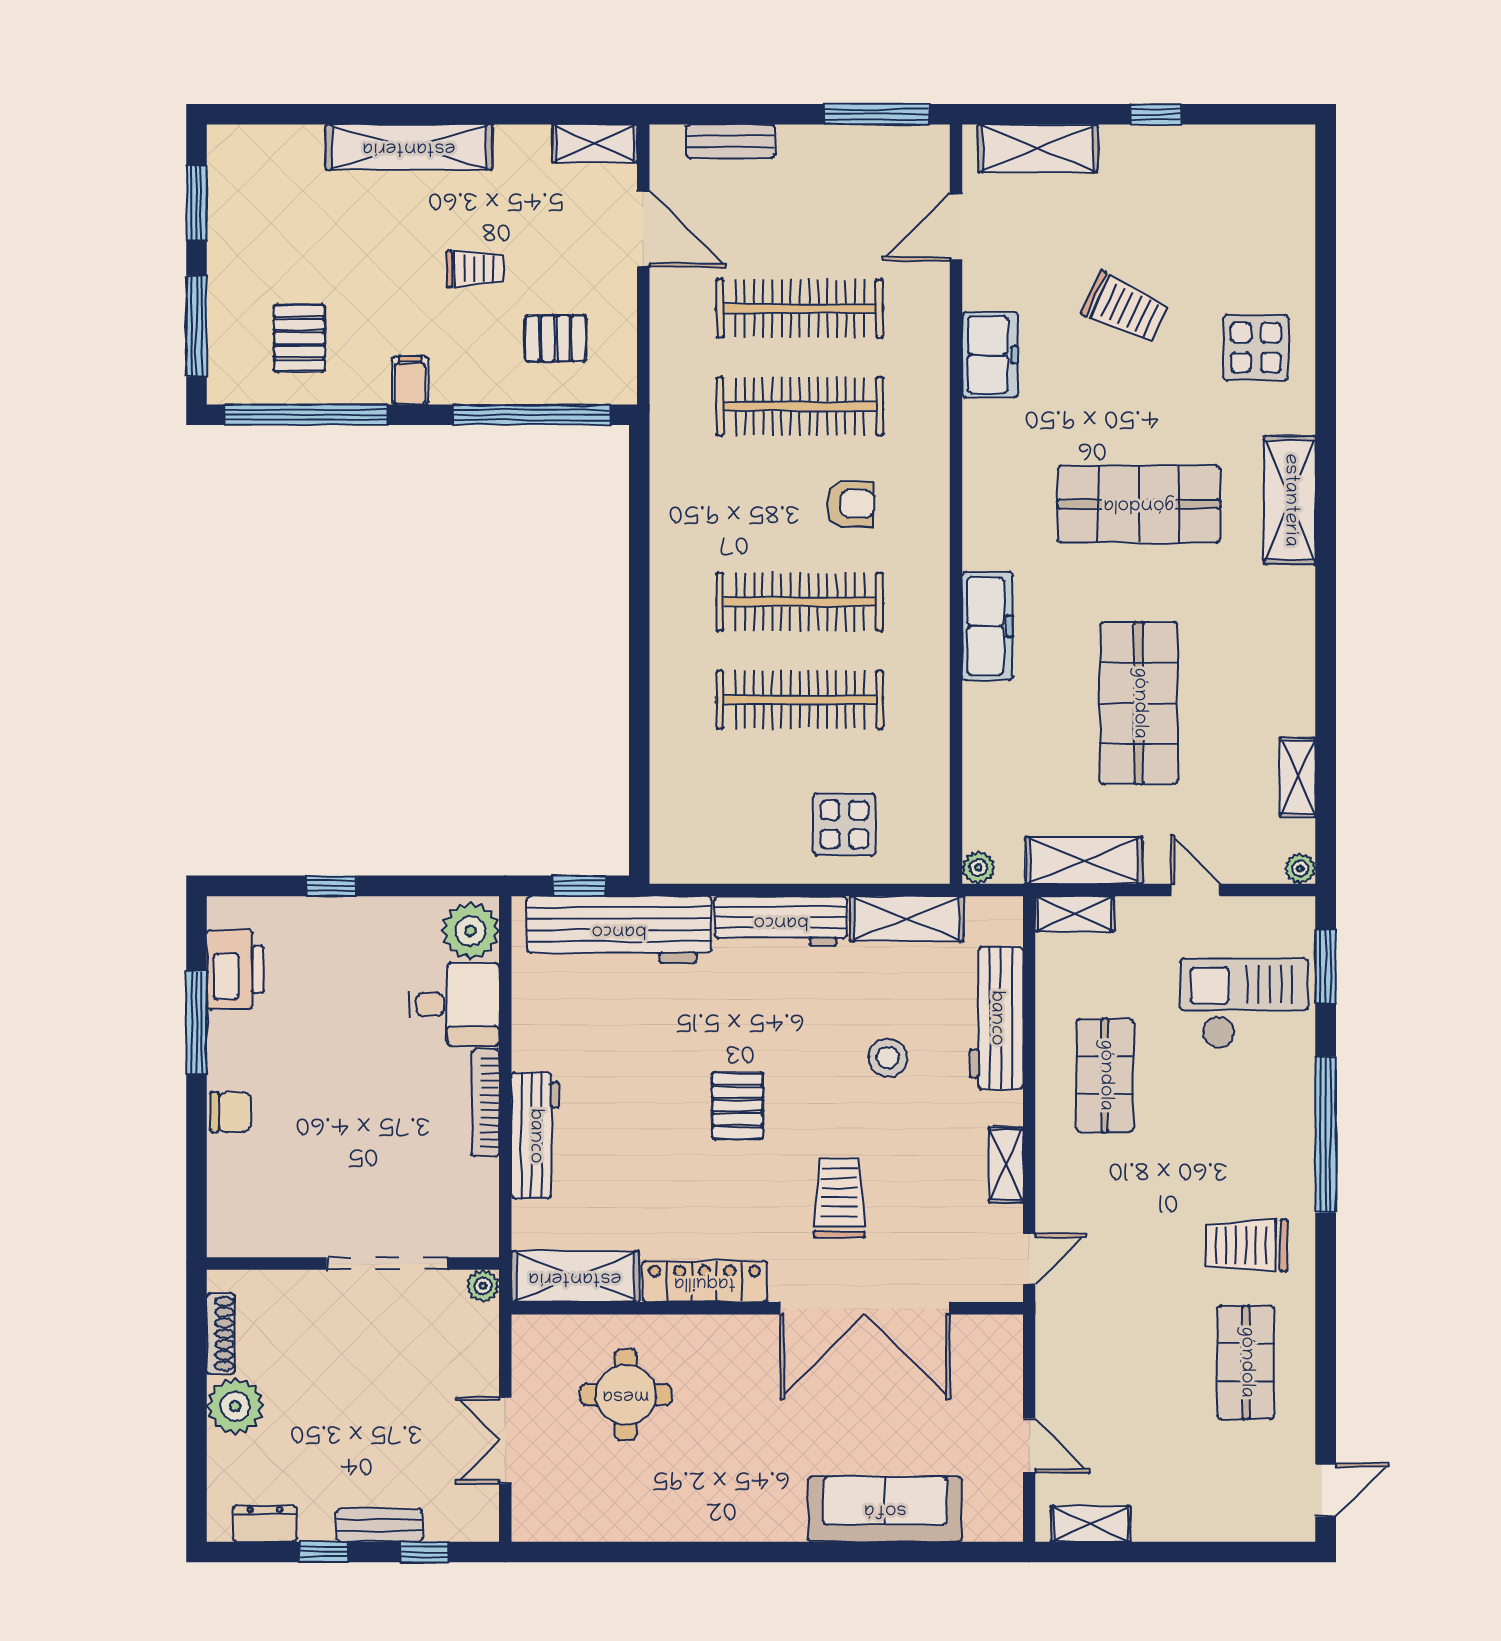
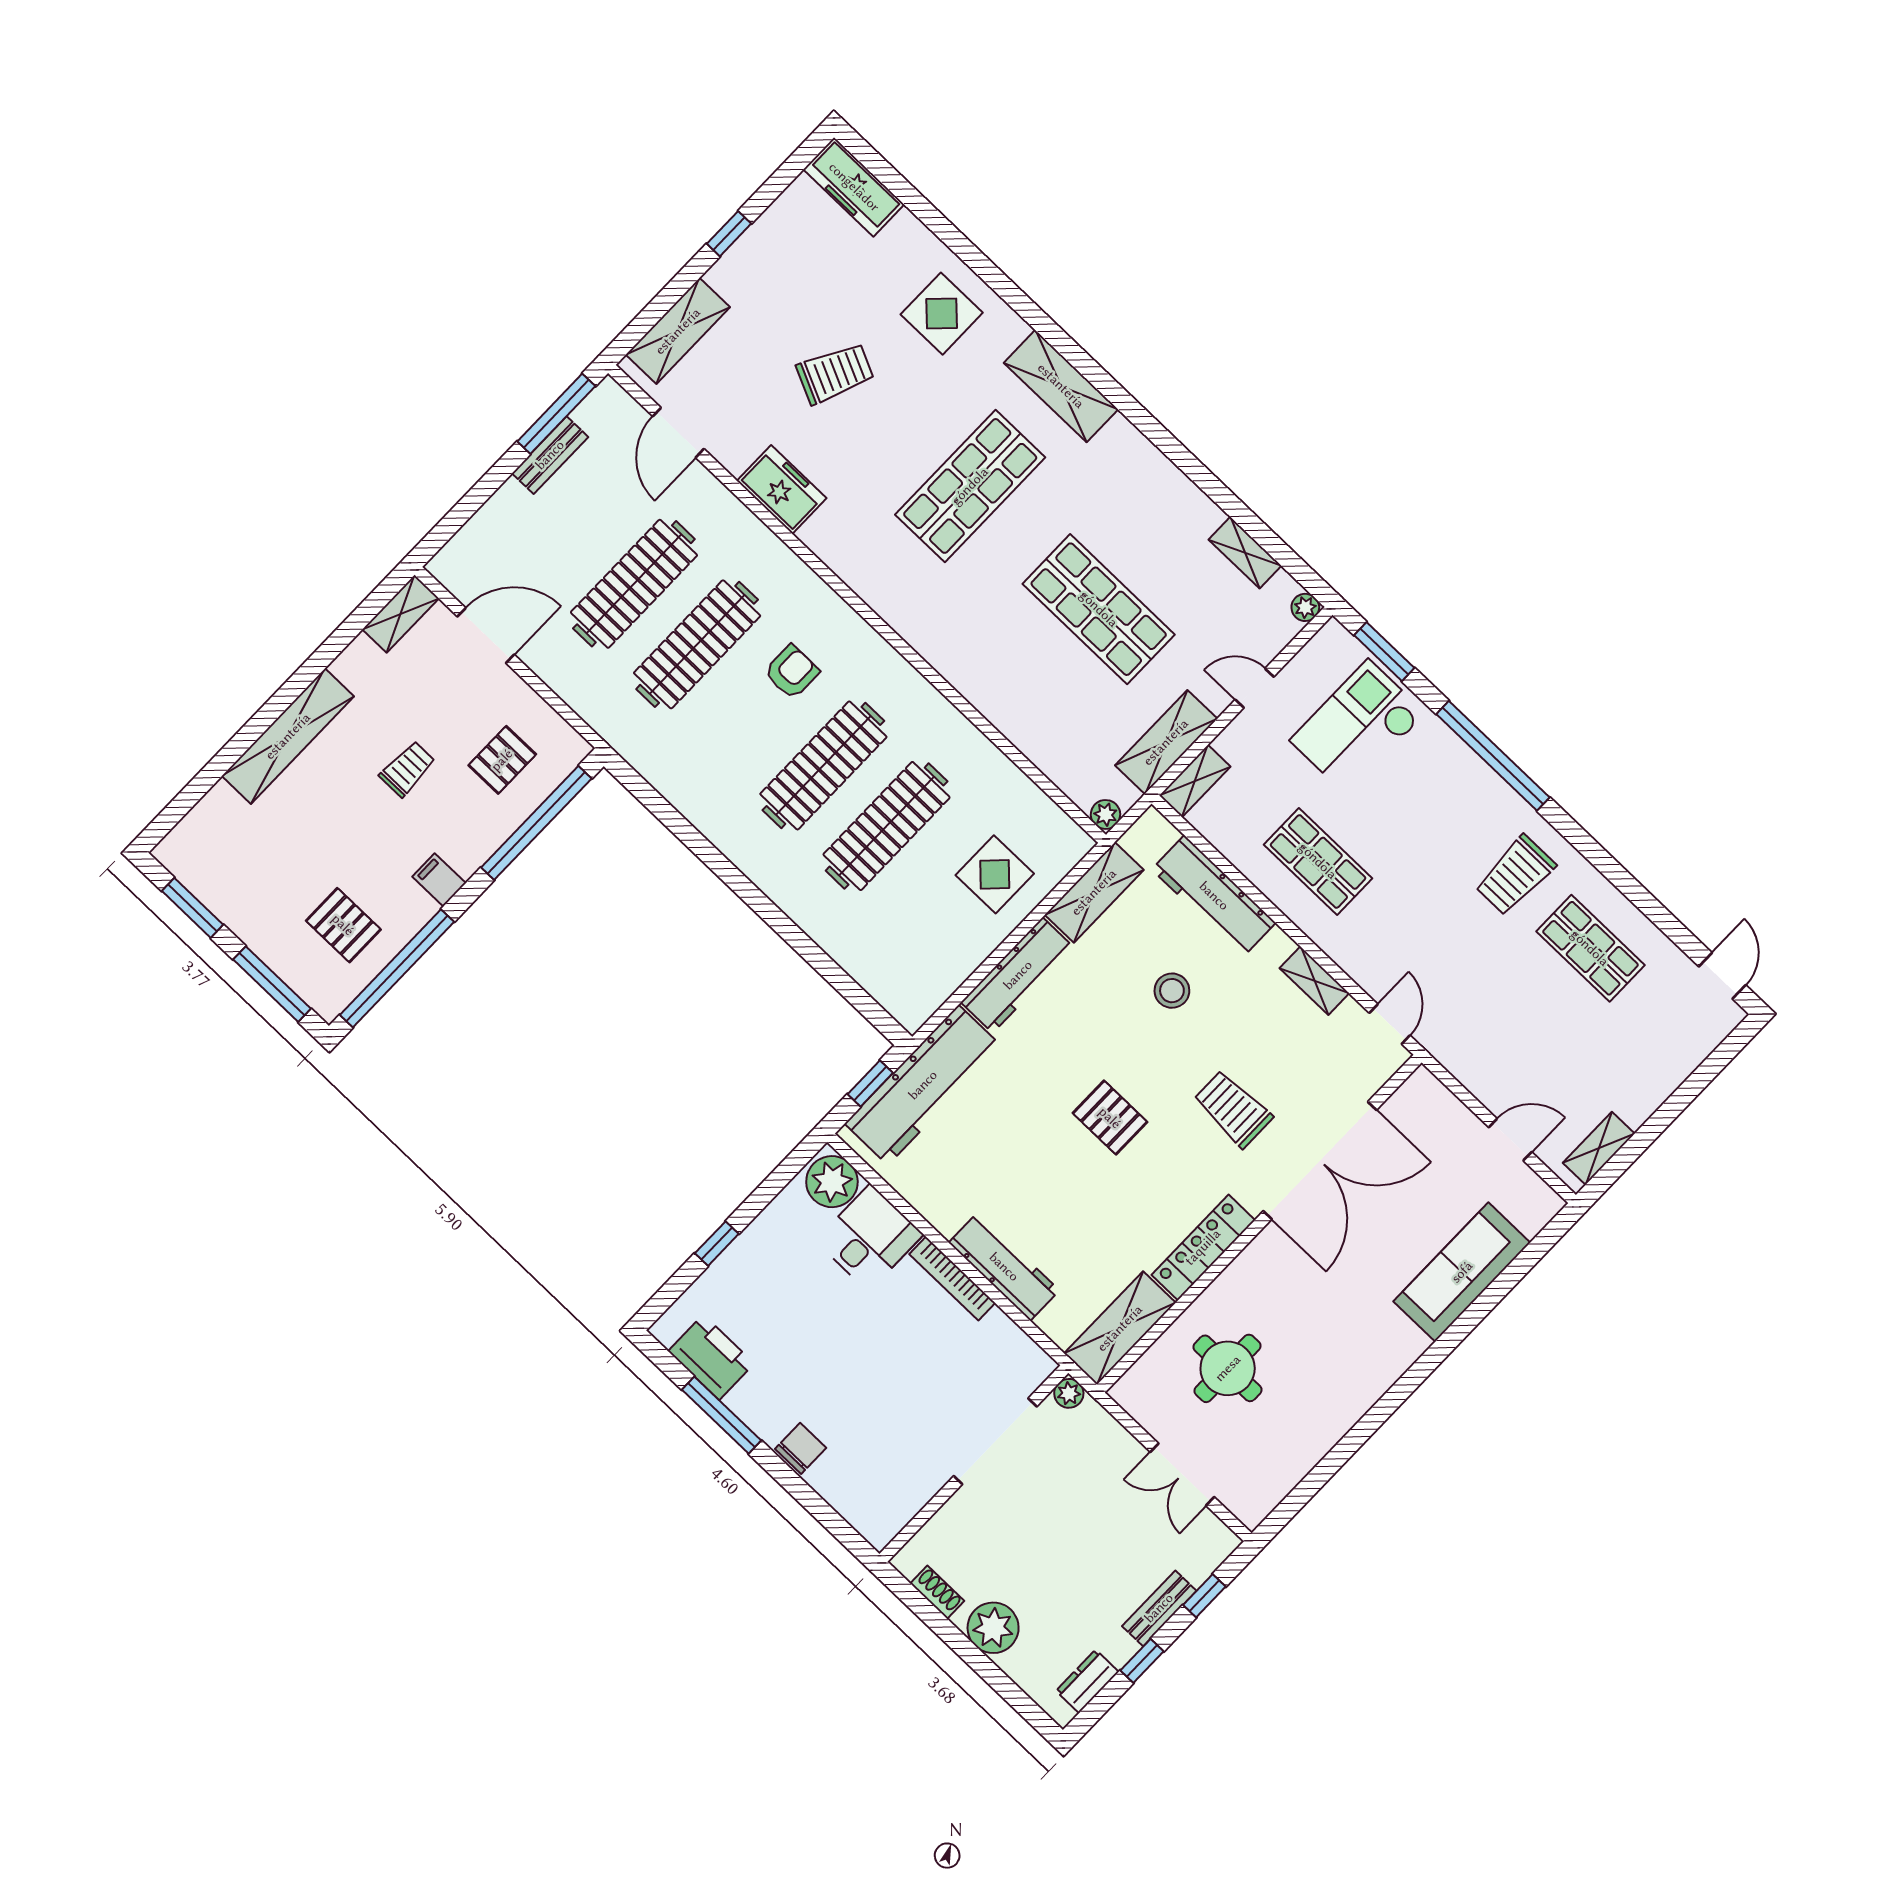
bench: (731, 141) -> (550, 455), moved
freezer: (987, 626) -> (854, 187), moved, turned 180
shoe rack: (221, 1334) -> (937, 1592), width x0.70

